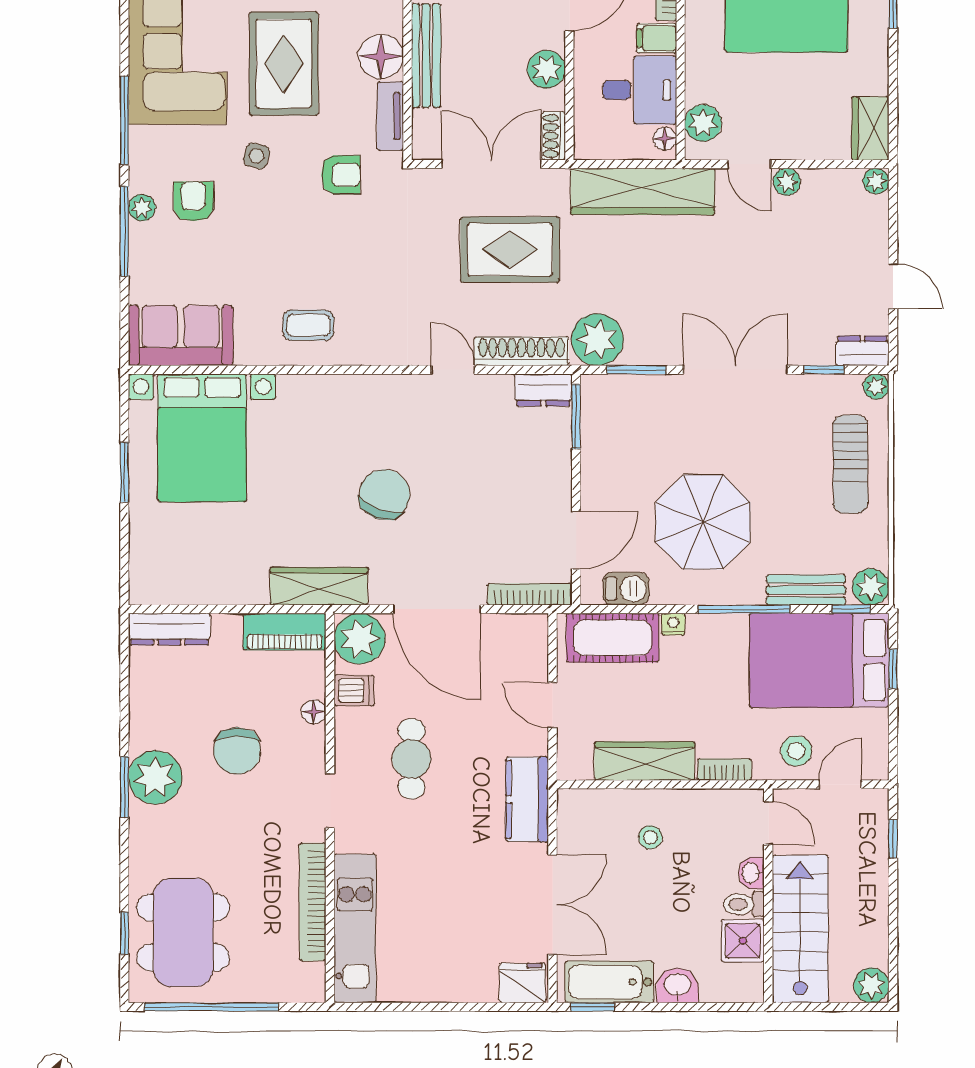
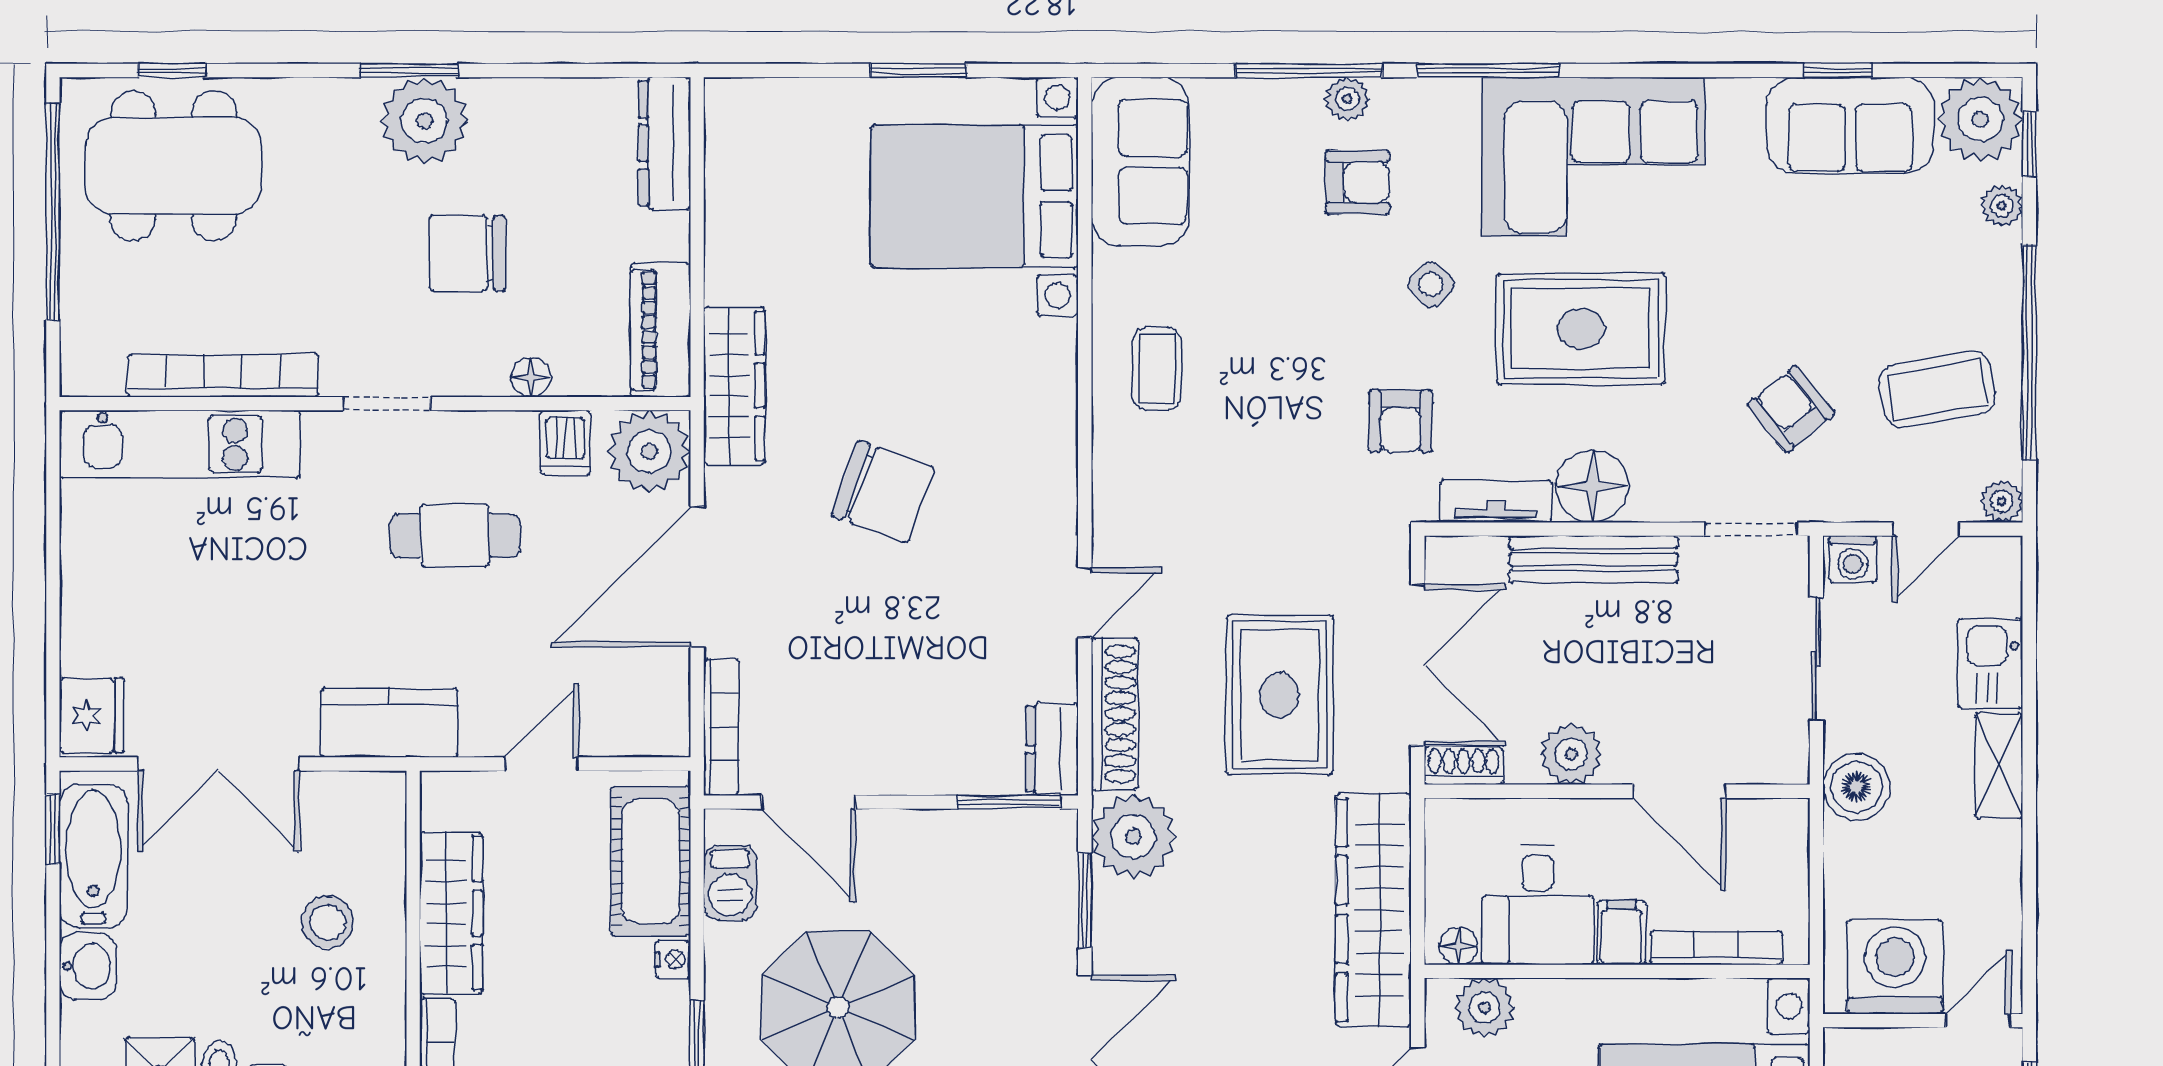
side table: (257, 156) -> (1431, 285), turned 30
stool: (650, 837) -> (327, 922), width x1.37, depth x1.37

